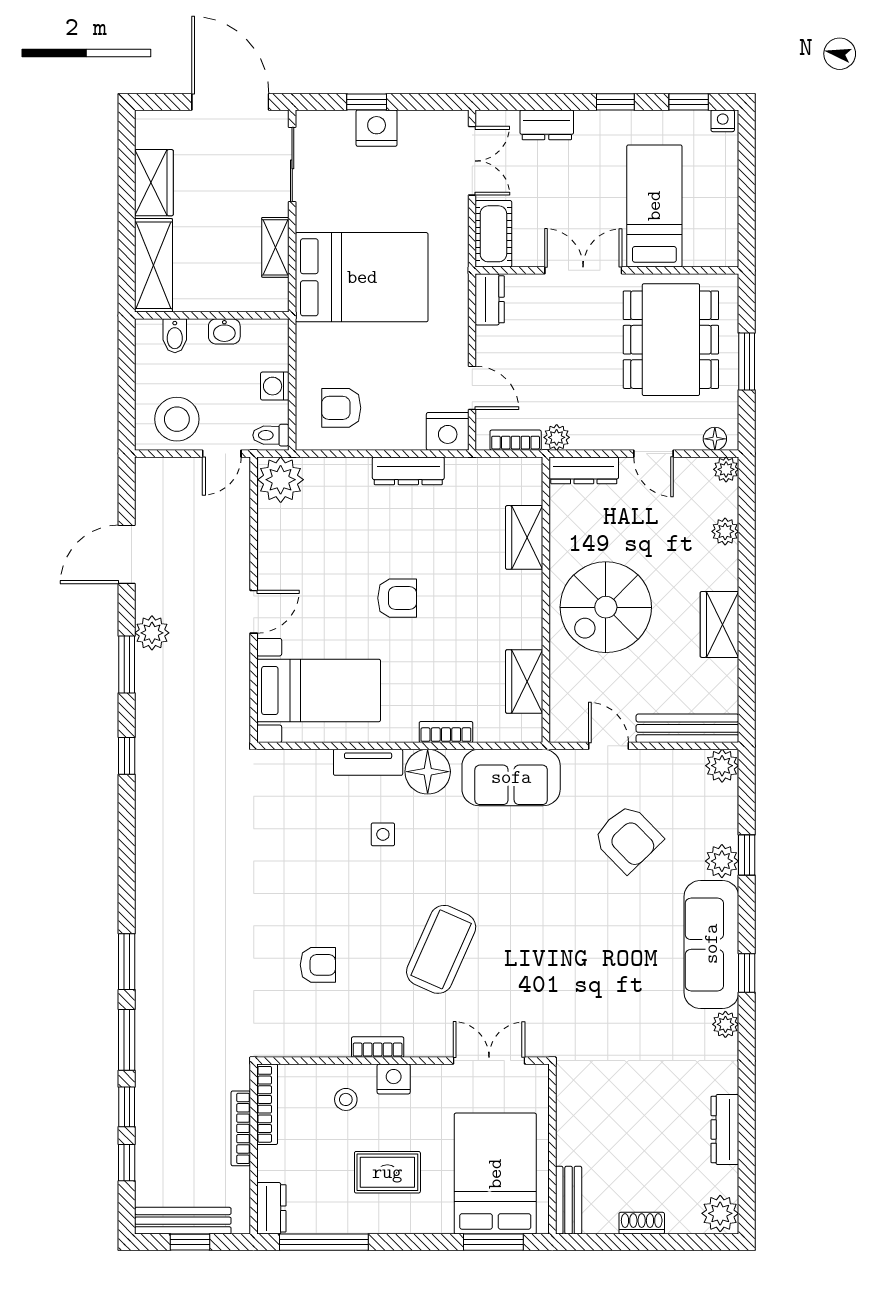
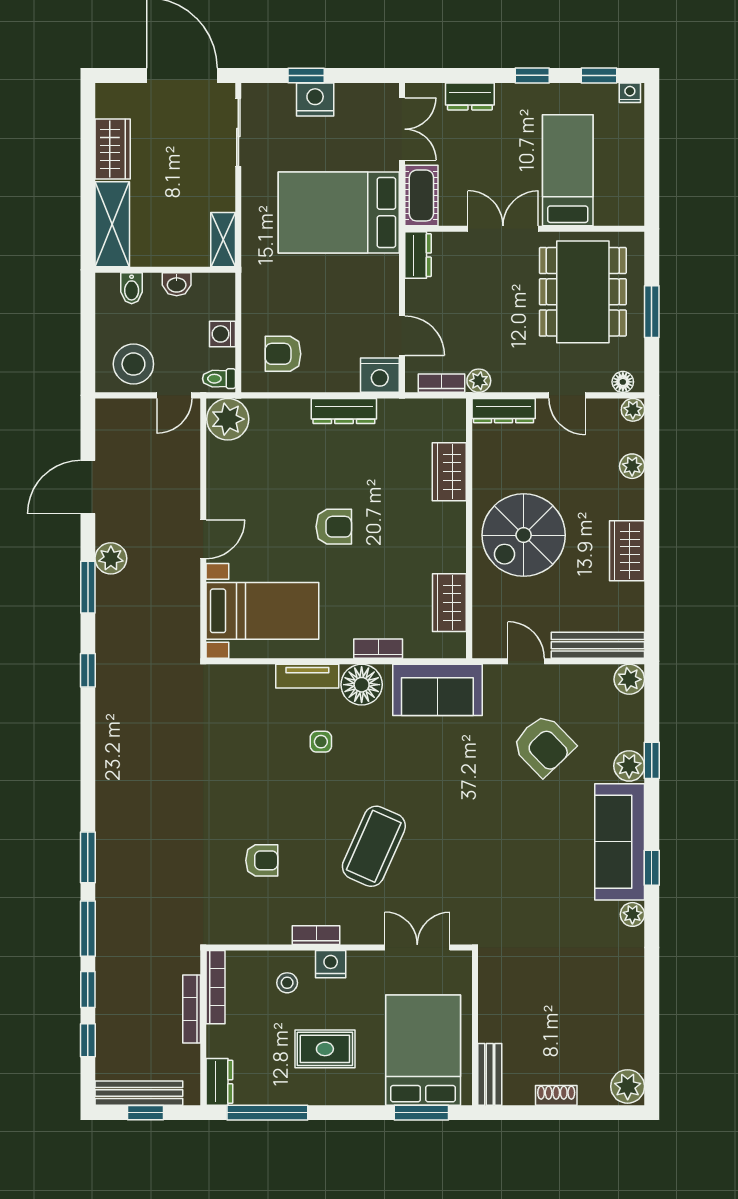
shelving: (275, 247) -> (223, 240), moved
bed: (362, 277) -> (339, 212), moved, turned 180
dresser: (725, 1129) -> (632, 1010), removed

